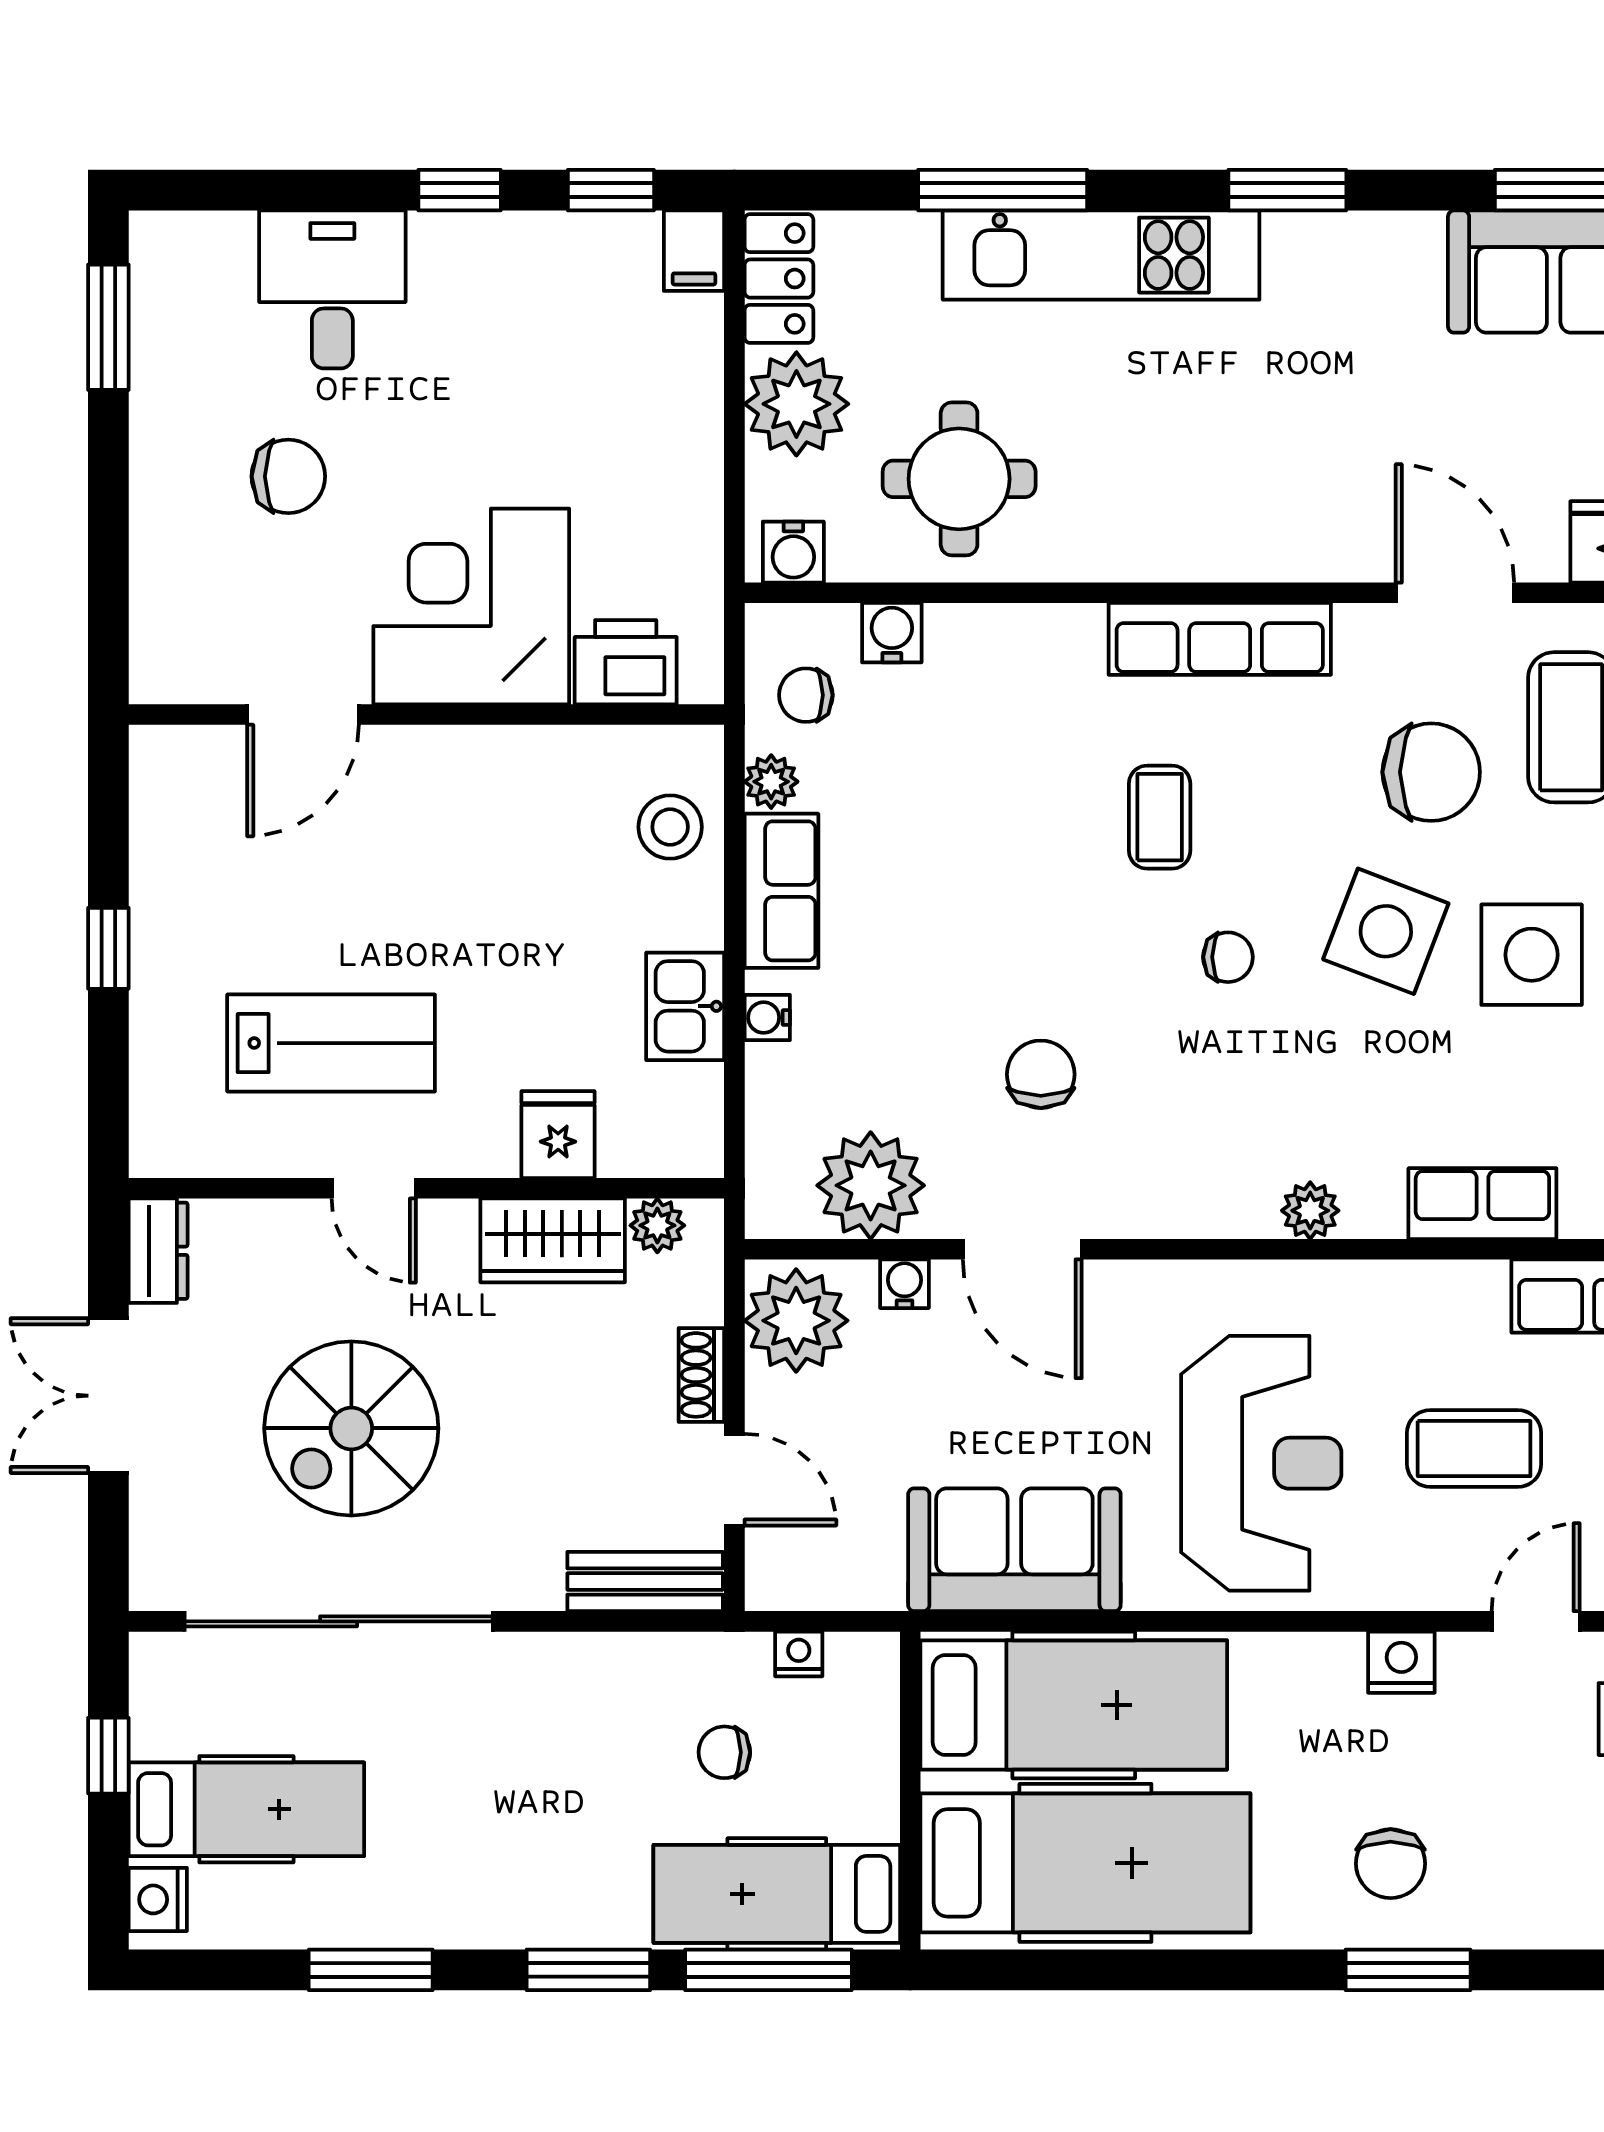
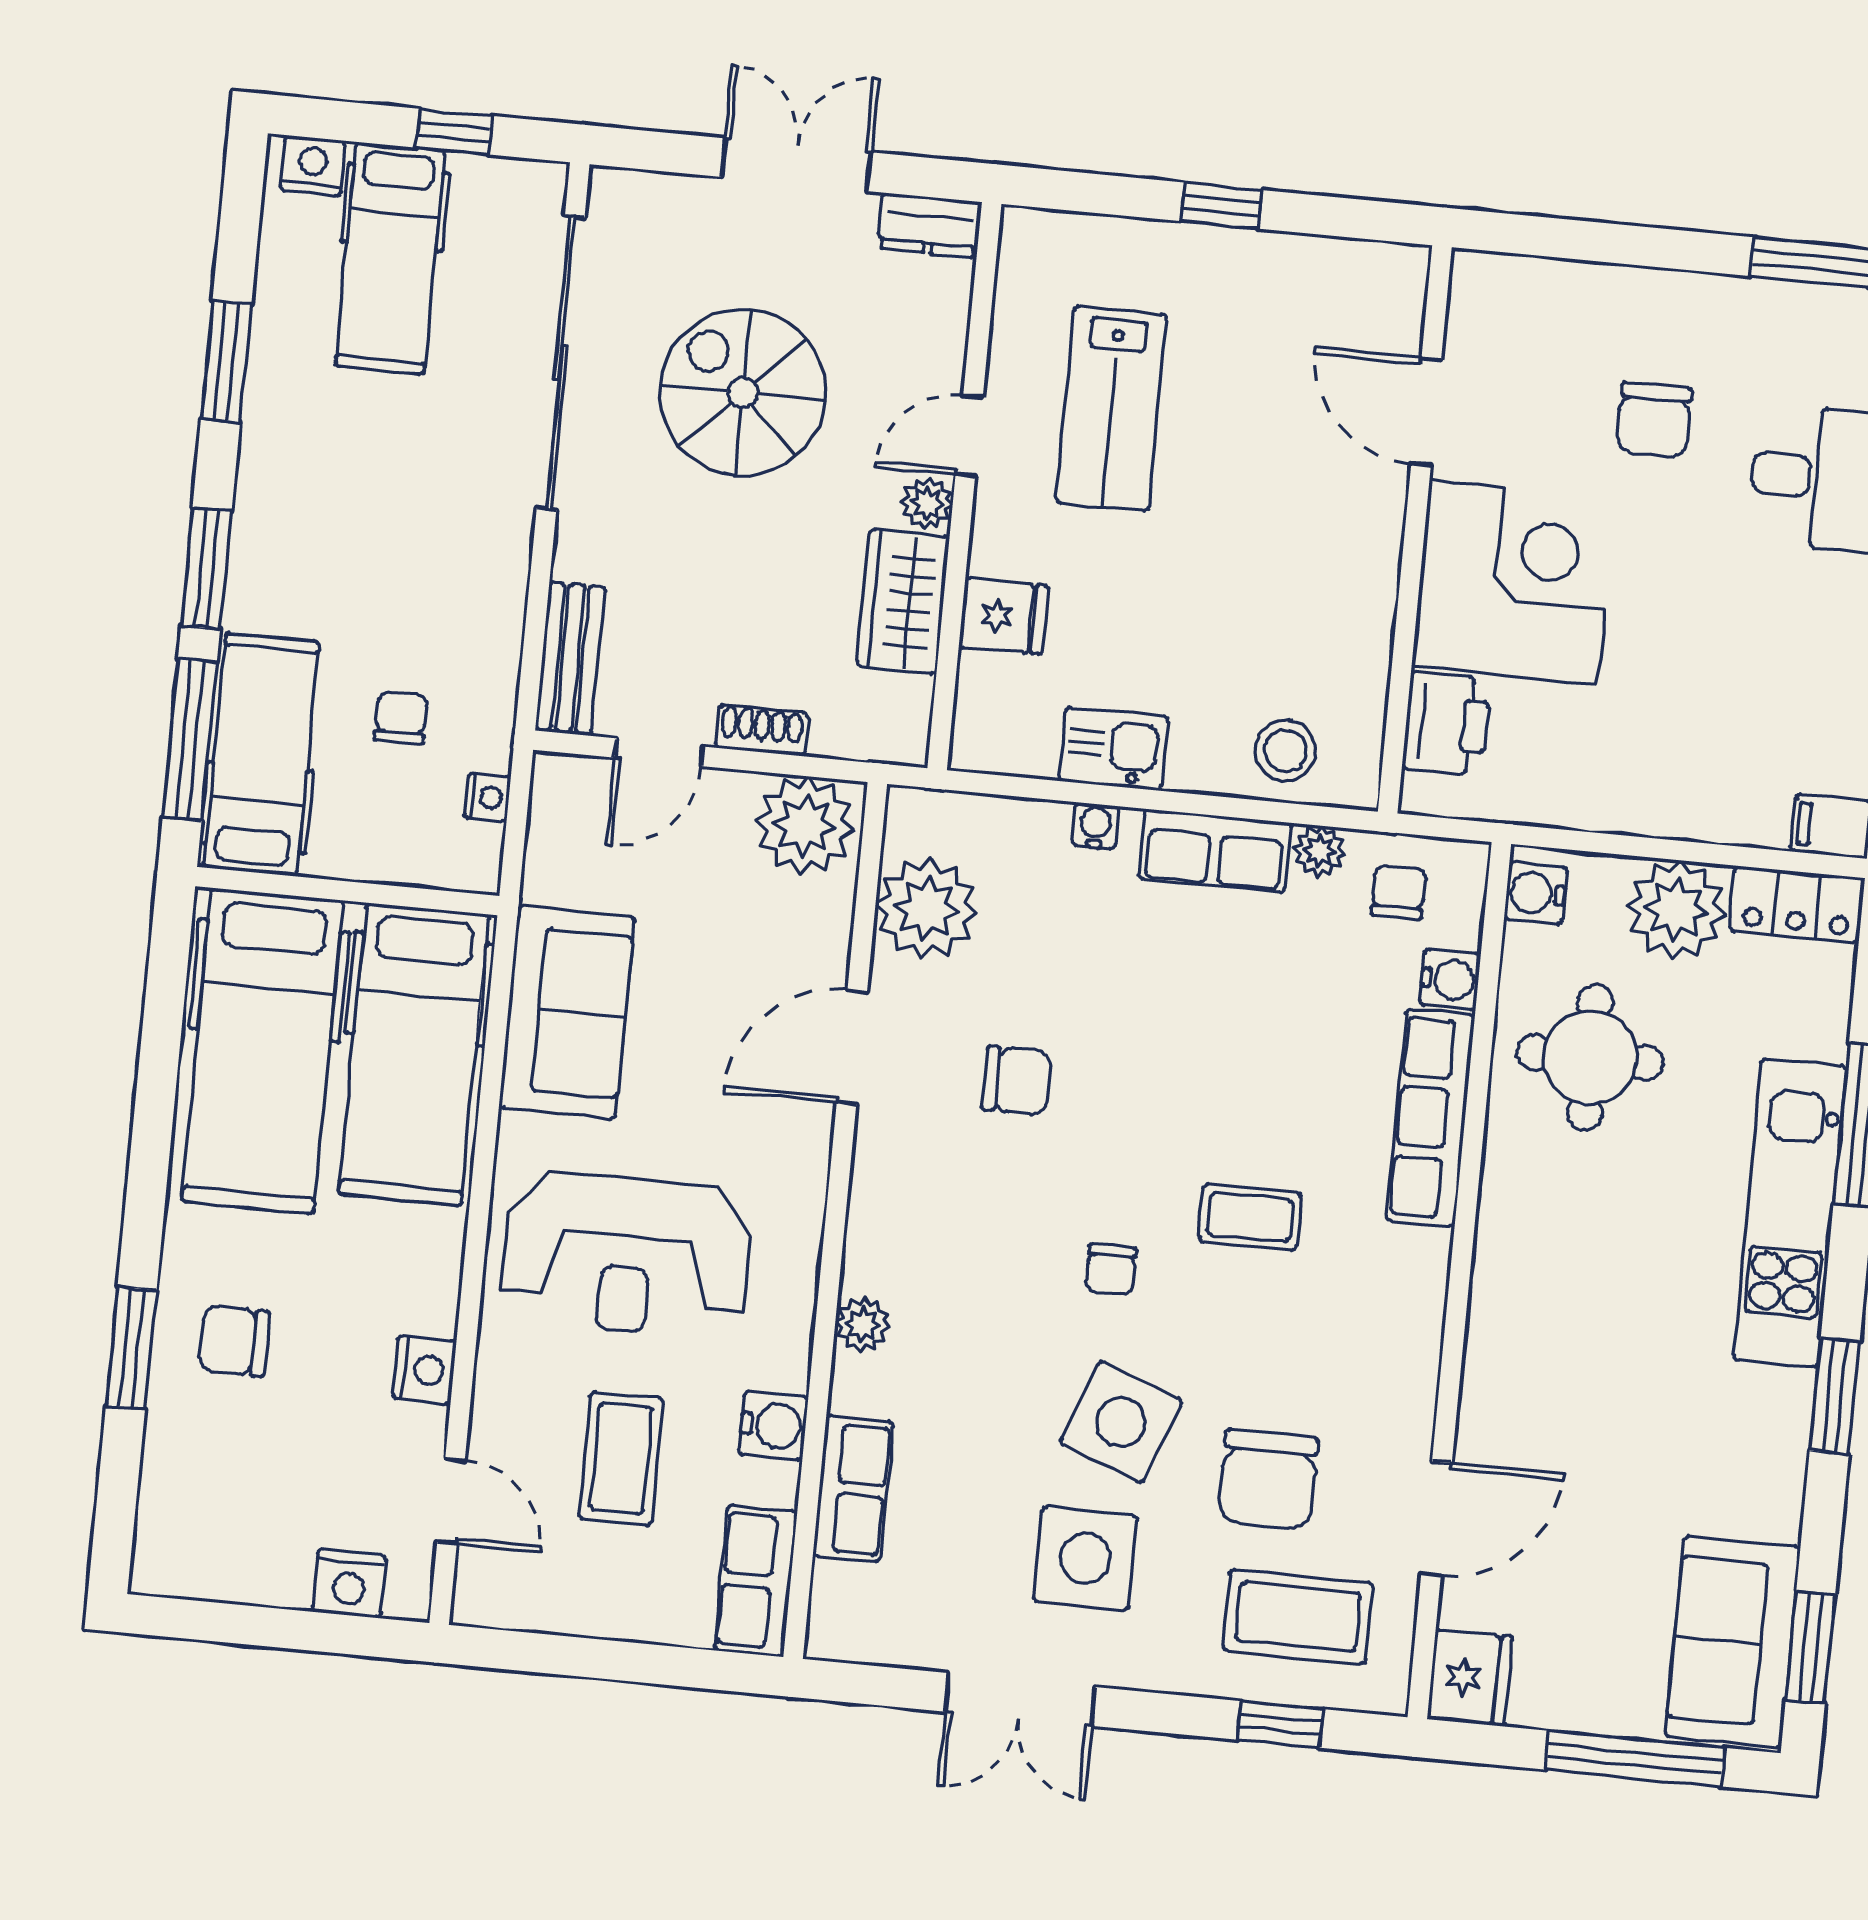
row of seats: (1220, 639) -> (1431, 1118), moved
plant: (657, 1225) -> (927, 503), moved
water cooler: (904, 1284) -> (773, 1426), moved, width x1.38, depth x1.38

